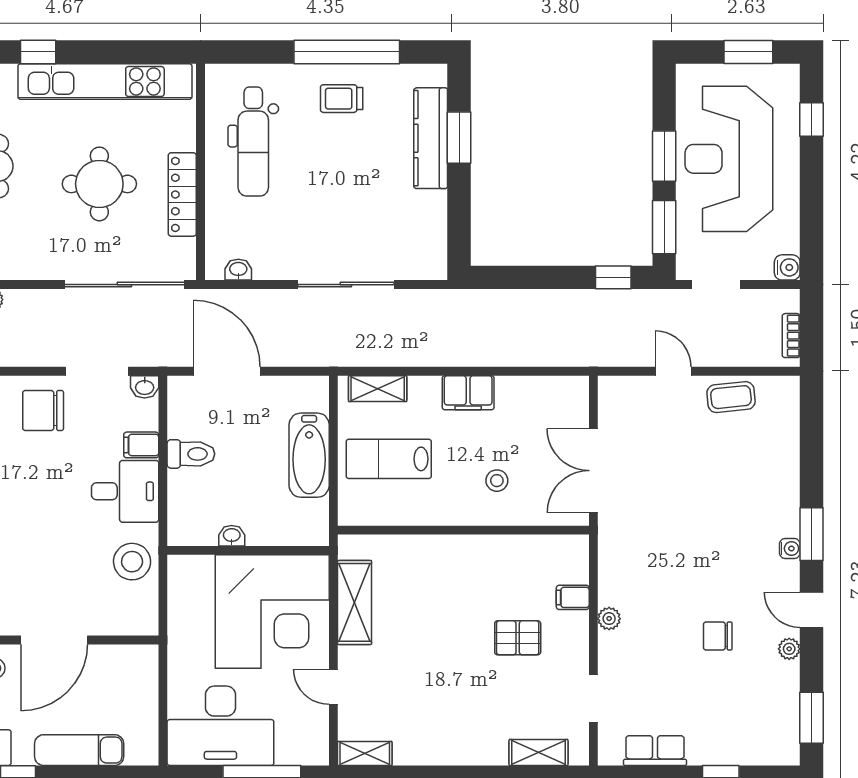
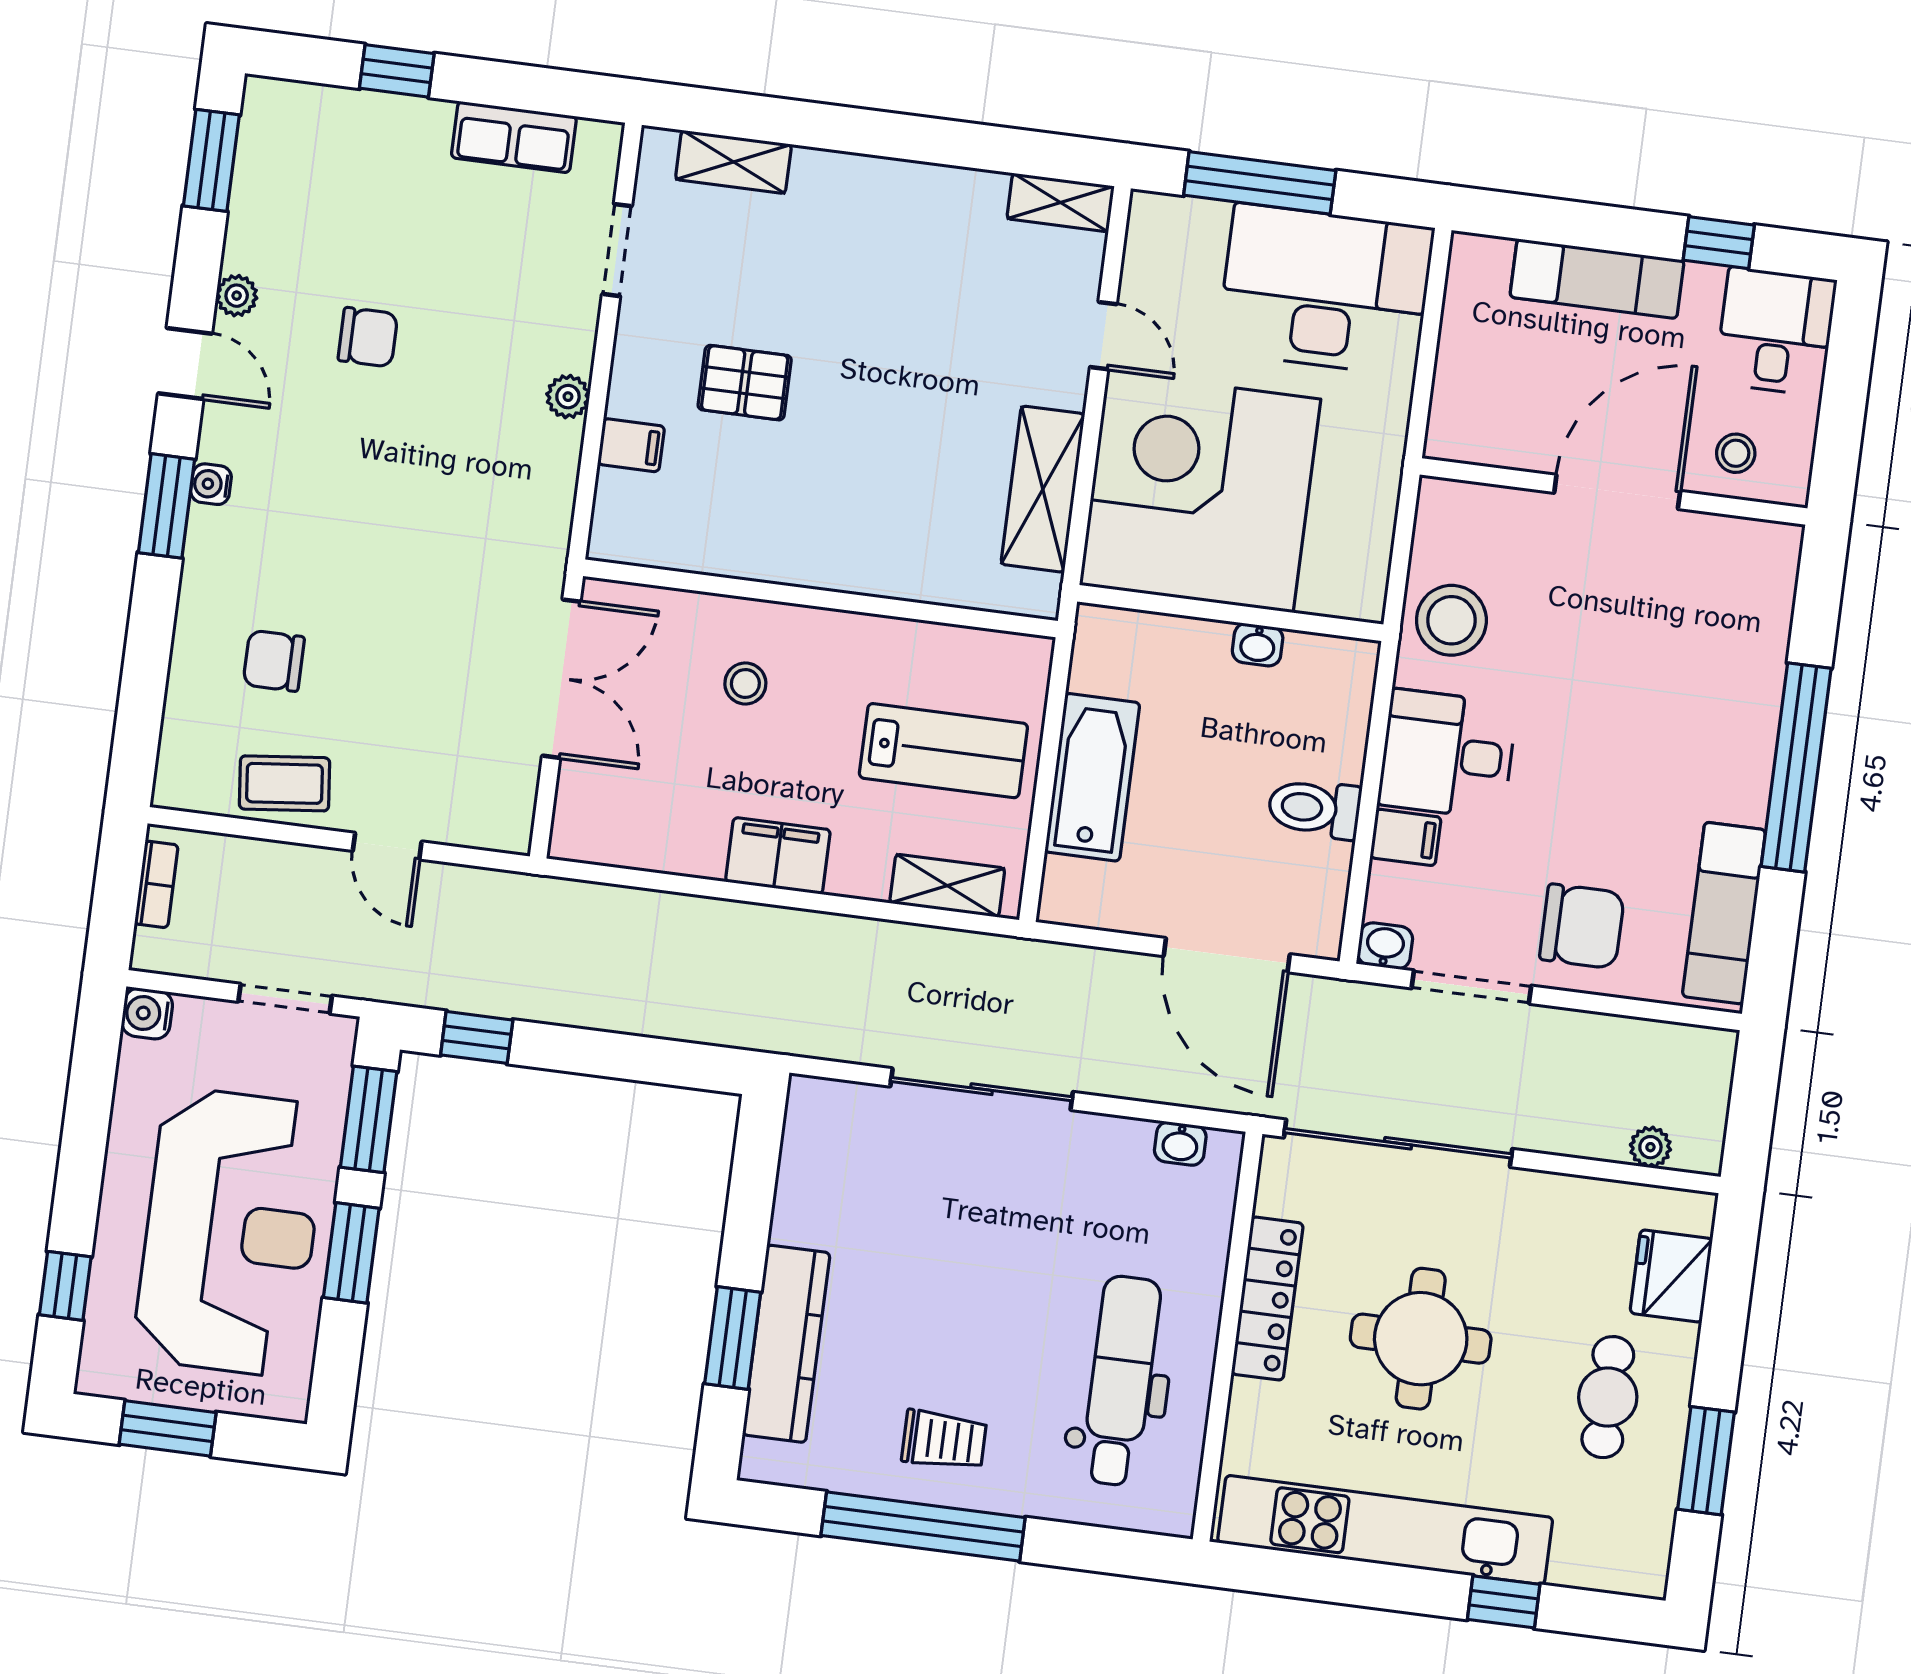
chair: (745, 460) -> (274, 661), added

